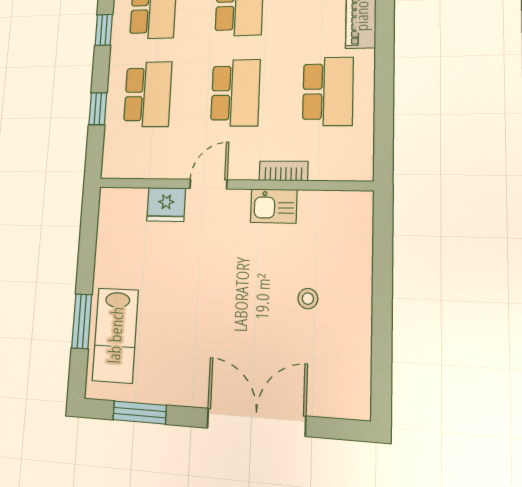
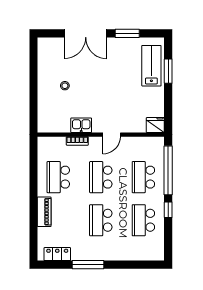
window: (98, 109) -> (168, 170), width x3.17
fridge: (166, 205) -> (155, 125), moved
window: (140, 412) -> (127, 33), moved

